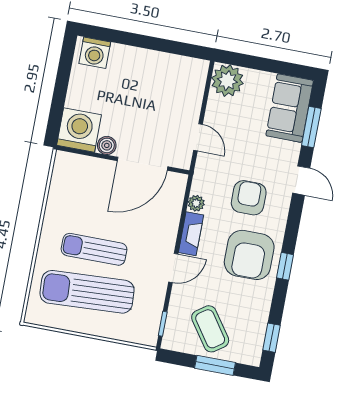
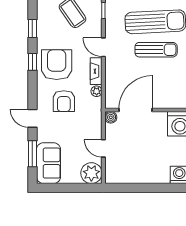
door: (198, 137) -> (103, 148), moved
boiler: (107, 145) -> (111, 117), moved
door: (173, 268) -> (103, 47), hinge flipped
window: (272, 338) -> (32, 29), moved

